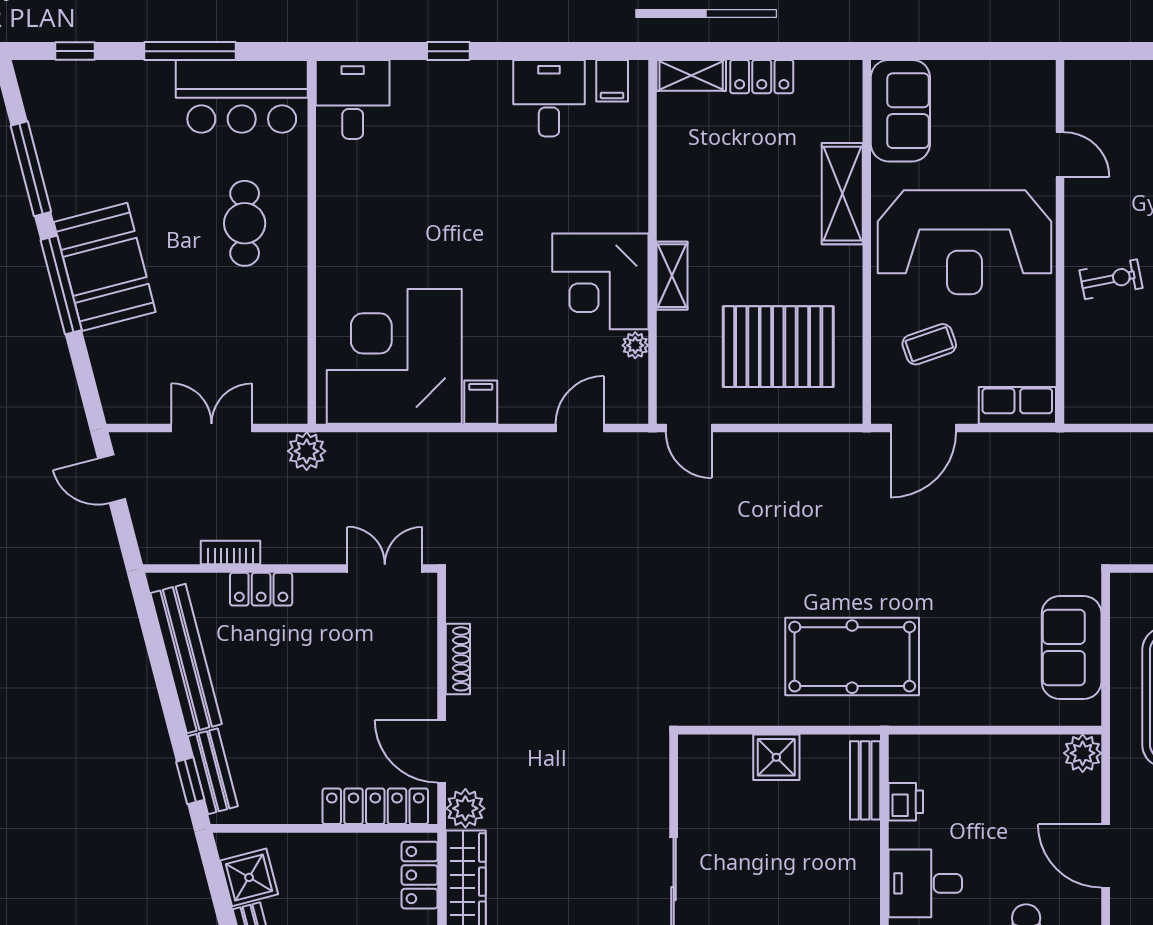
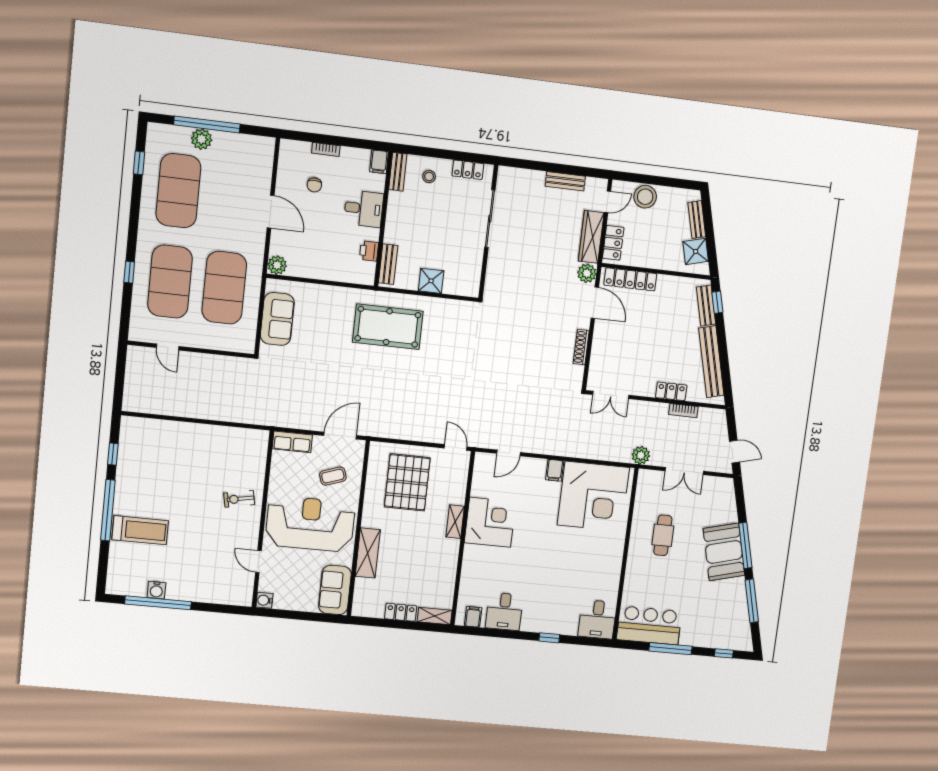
water cooler: (1040, 76) -> (264, 600), added
cafe table: (245, 223) -> (663, 535), moved
plant: (635, 345) -> (477, 490), removed
pallet: (778, 347) -> (407, 482), turned 90

